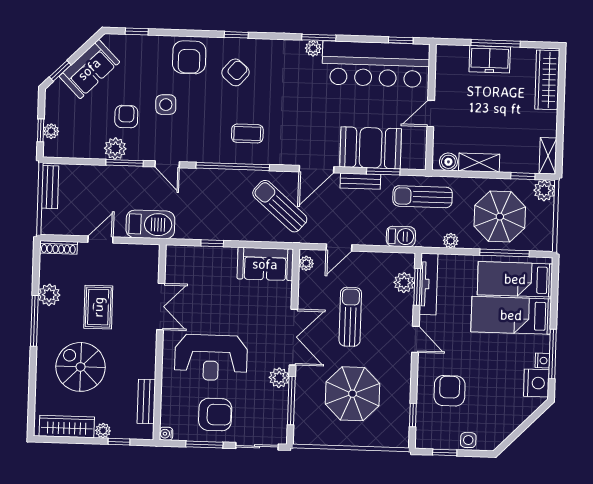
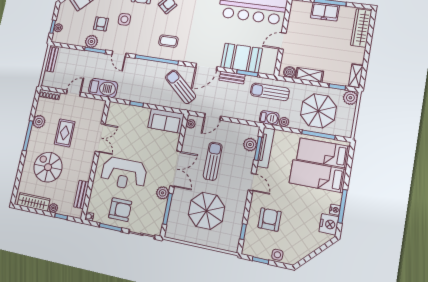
barbecue: (401, 236) -> (269, 118), moved

